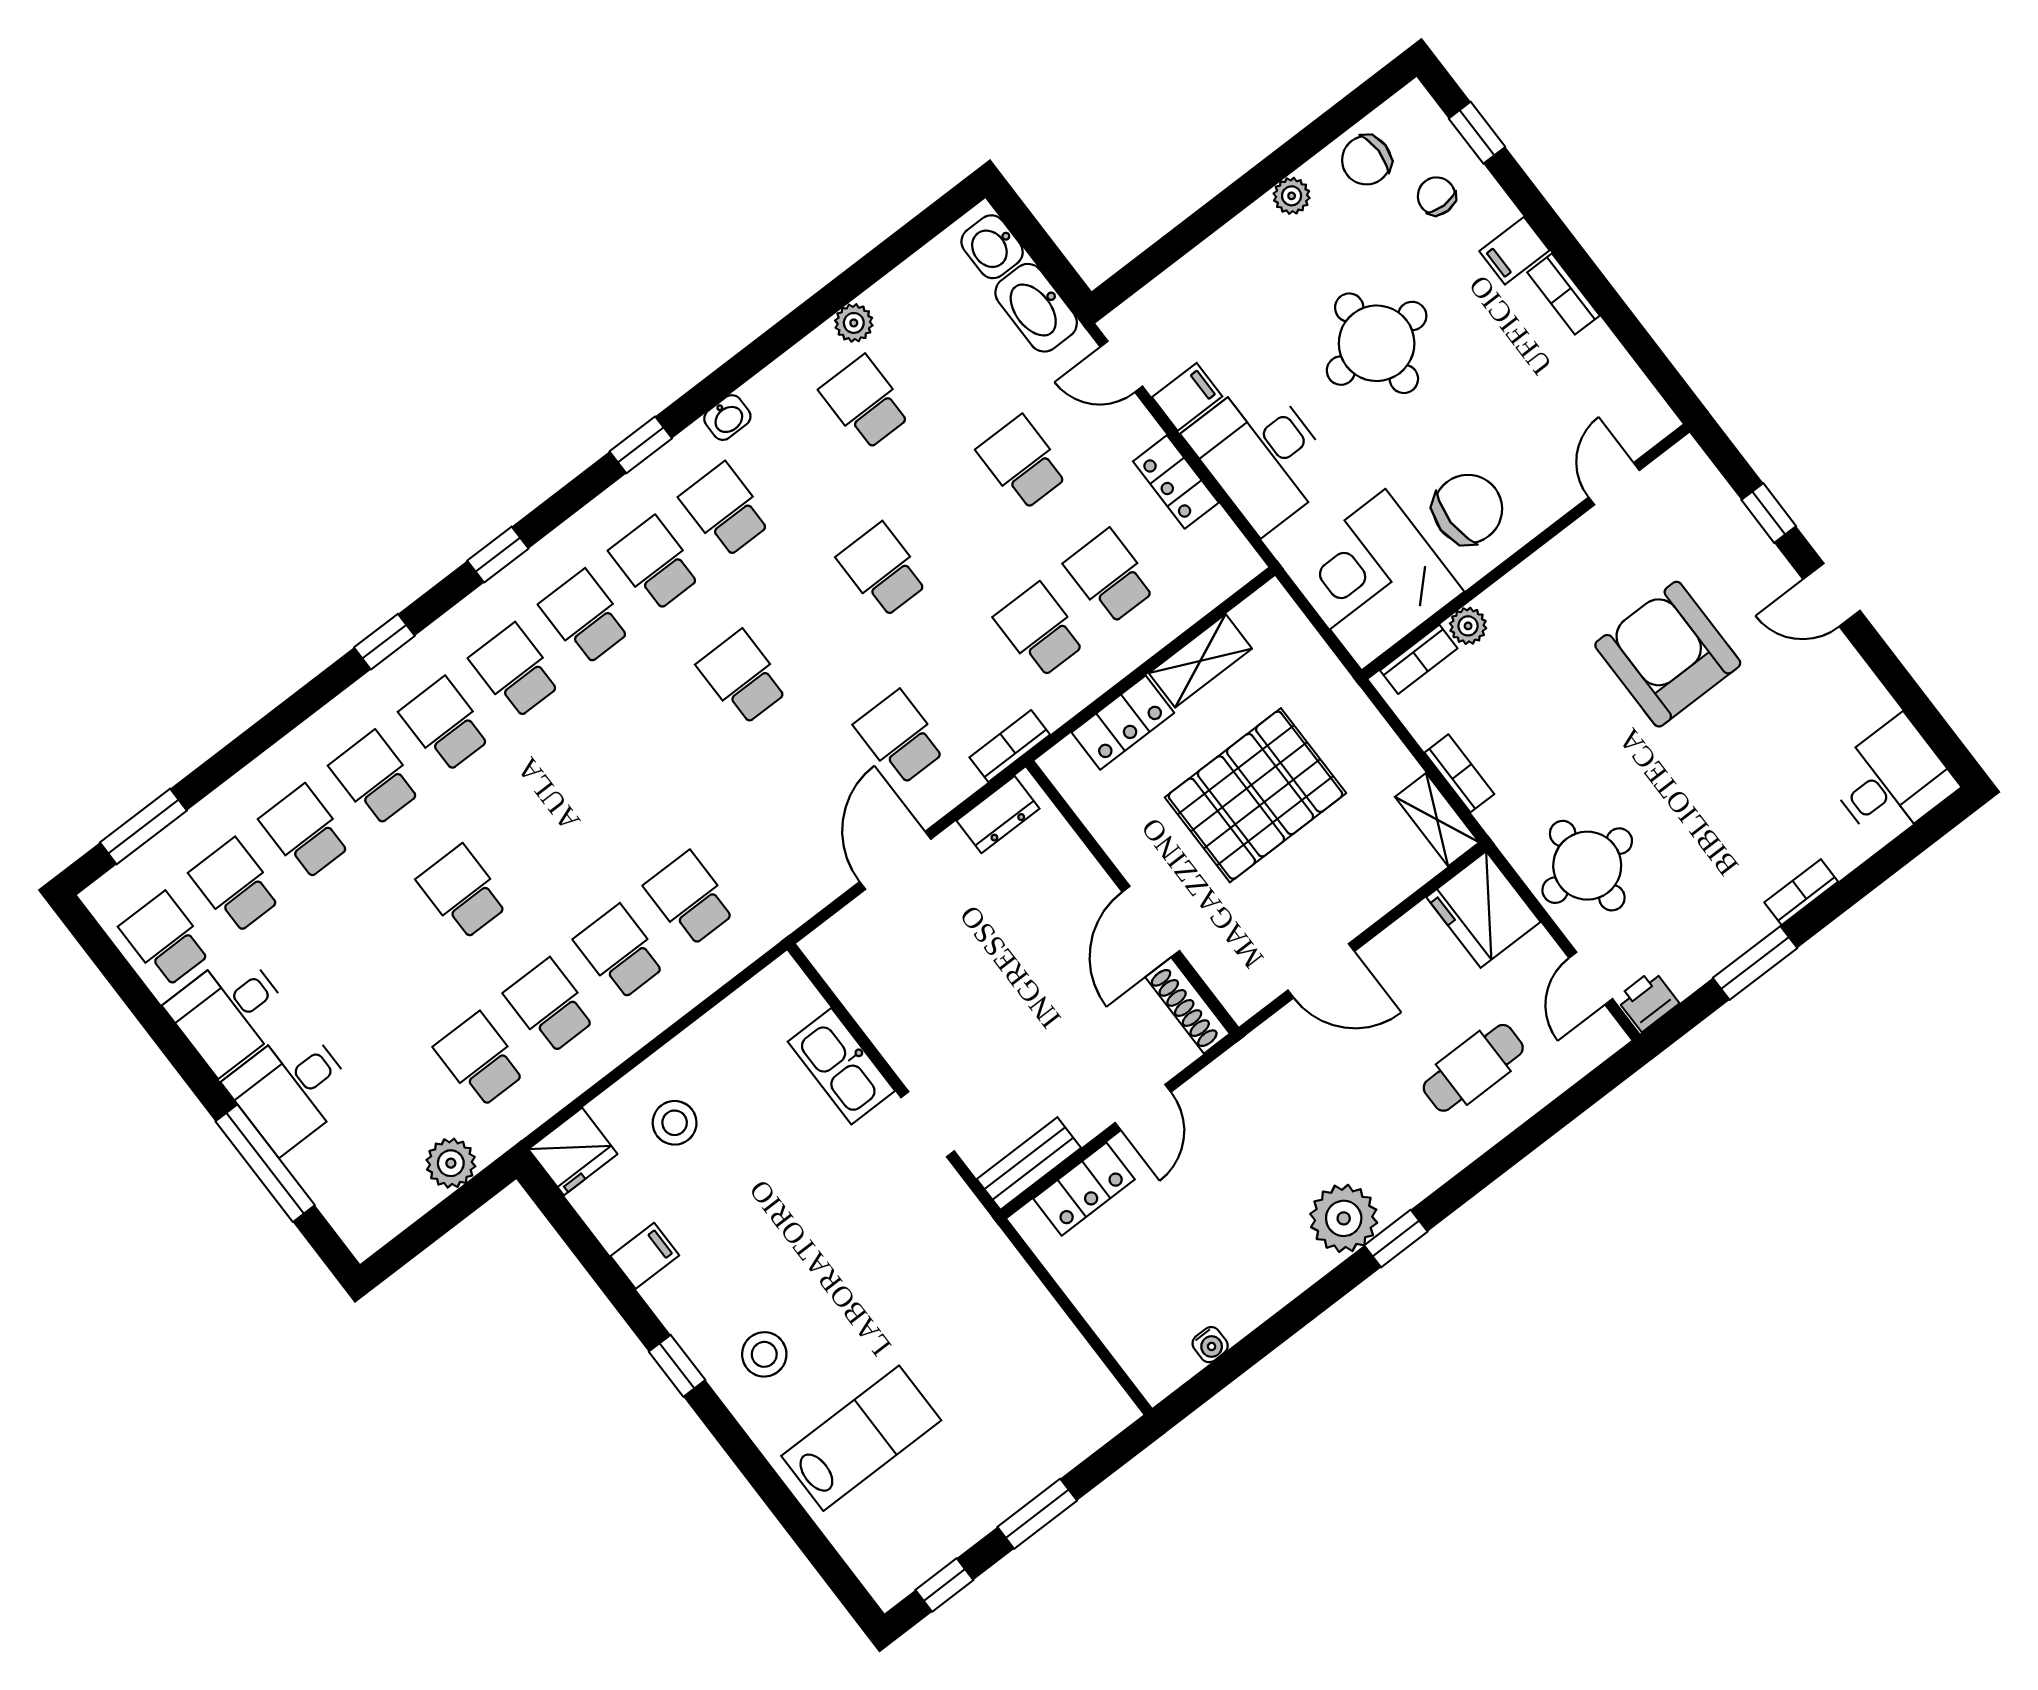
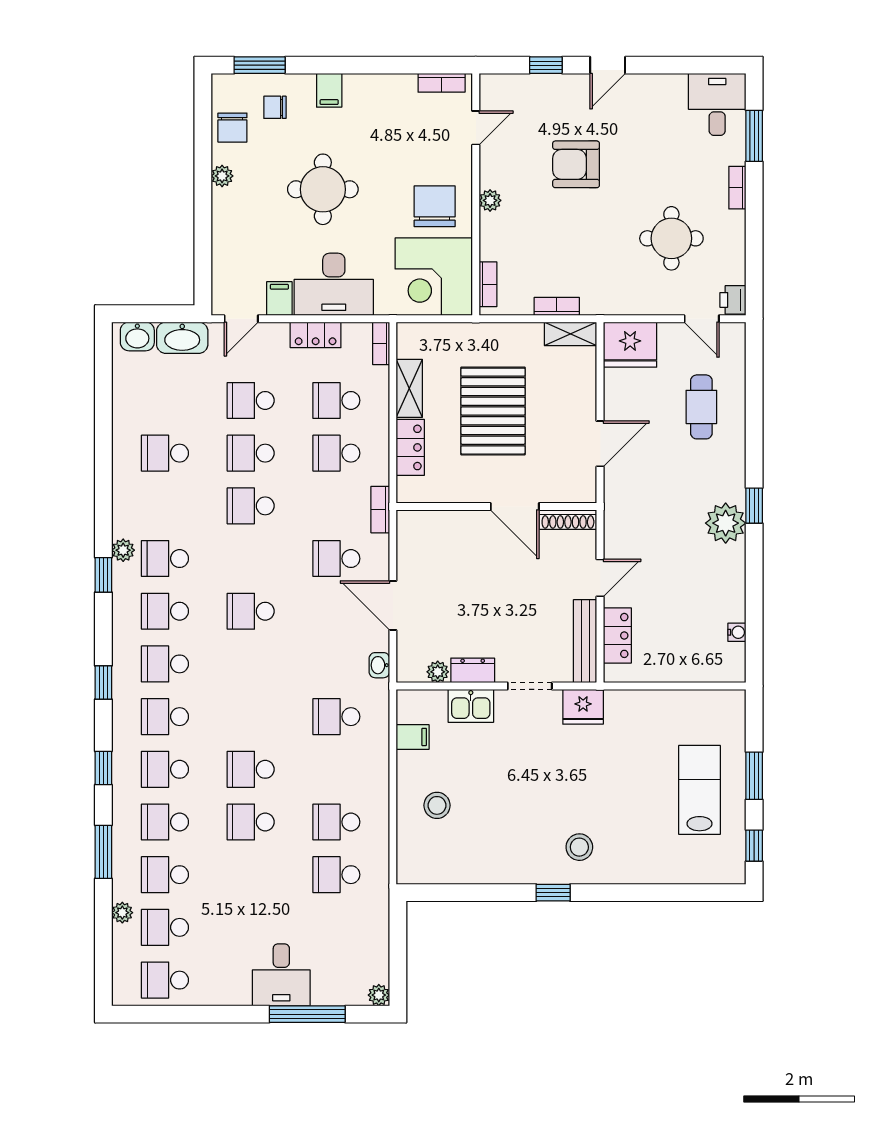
window: (1477, 133) -> (260, 65), width x1.50
bookcase: (1563, 294) -> (442, 83), moved
plant: (854, 323) -> (123, 550), moved
washbasin: (727, 418) -> (379, 665), moved, turned 180
door: (1614, 484) -> (476, 128), swing flipped
school desk: (953, 516) -> (251, 453), added
bookcase: (1231, 578) -> (381, 343), added
plant: (1468, 626) -> (490, 200), moved
armchair: (1668, 654) -> (576, 164), width x0.73, depth x0.73
plant: (211, 814) -> (122, 913), added
dresser: (998, 815) -> (473, 670), moved, turned -90
window: (143, 827) -> (103, 852), moved
round table: (1587, 866) -> (671, 238), moved
school desk: (620, 952) -> (251, 769), moved
window: (1755, 963) -> (754, 136), moved
plant: (853, 988) -> (438, 672), added
desk: (229, 1012) -> (223, 976), removed
kitchen sink: (841, 1066) -> (471, 706), width x0.73
door: (1143, 1107) -> (600, 578), hinge flipped
fridge: (573, 1152) -> (583, 707), moved, turned 90
plant: (451, 1163) -> (379, 995), moved, width x0.73, depth x0.73
bench: (1029, 1163) -> (585, 641), width x1.36
filing cabinet: (645, 1256) -> (413, 737), moved, turned 90
lab bench: (861, 1438) -> (700, 790), moved

